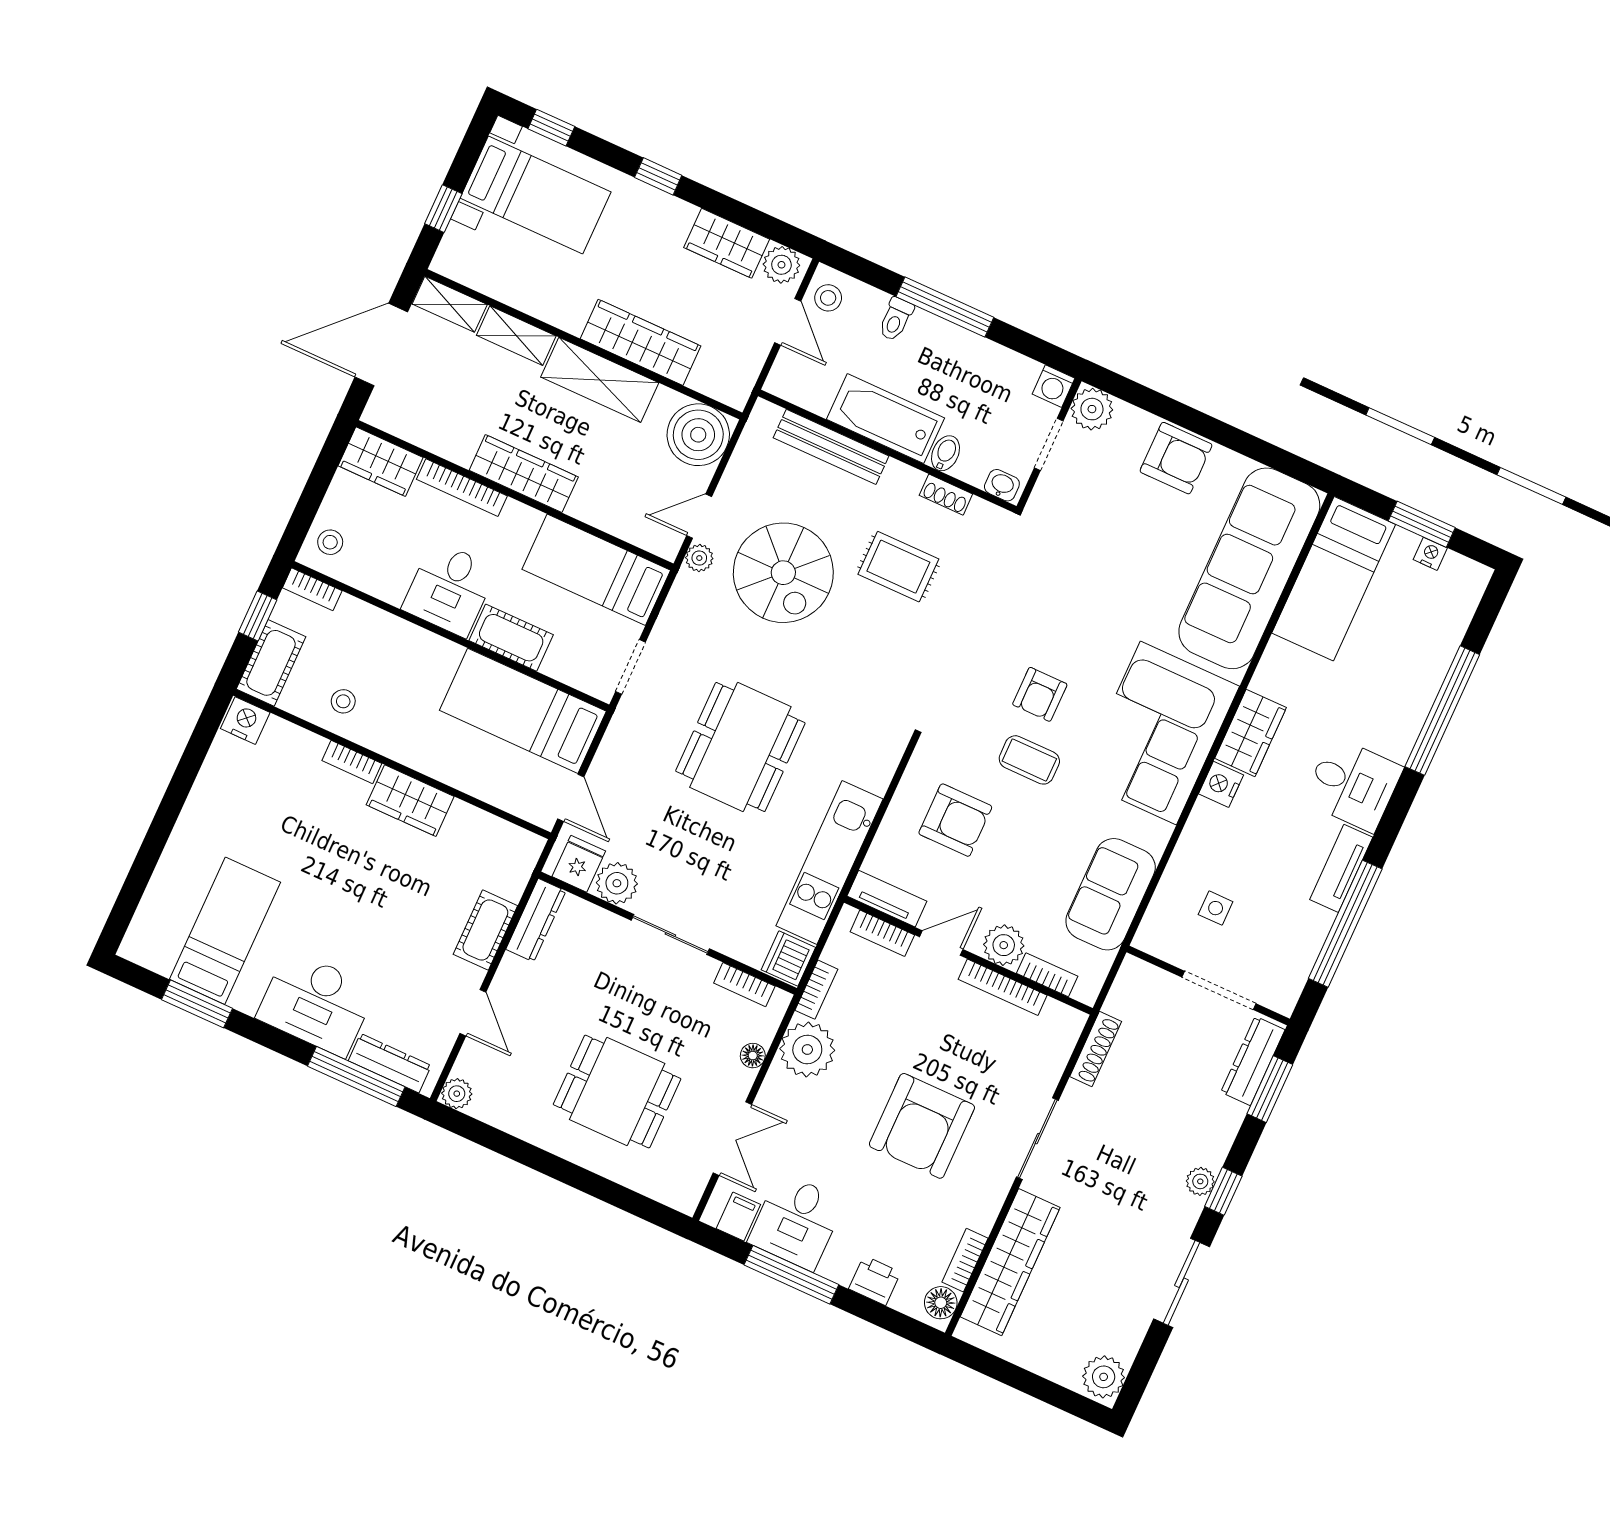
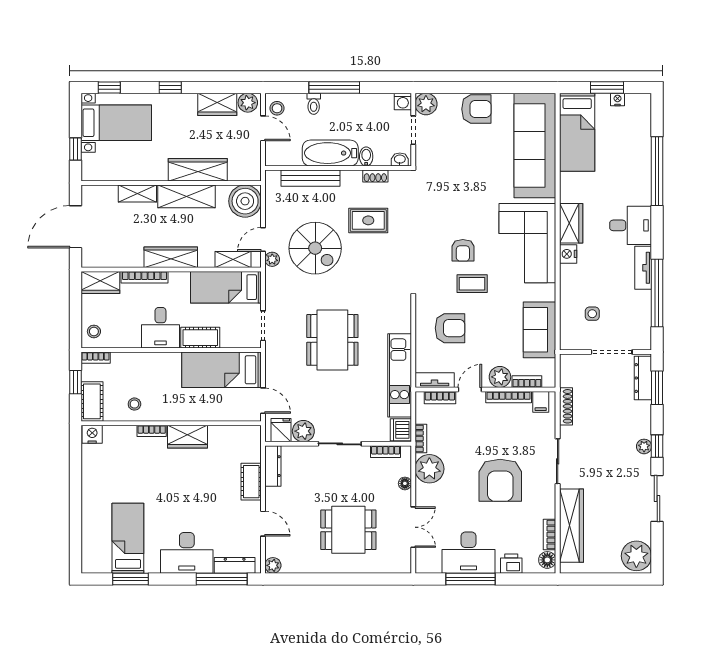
shelving: (450, 304) -> (233, 259), moved
filing cabinet: (738, 1217) -> (541, 402), moved, turned 180
desk: (796, 1222) -> (469, 553), width x1.37
plant: (1104, 1377) -> (636, 556), width x1.36, depth x1.36

